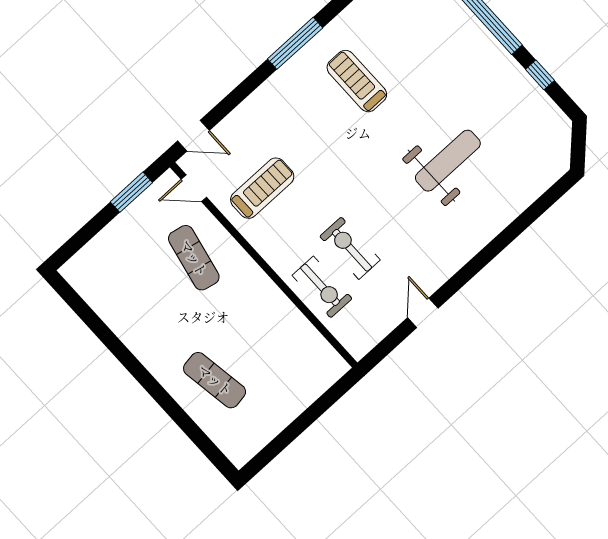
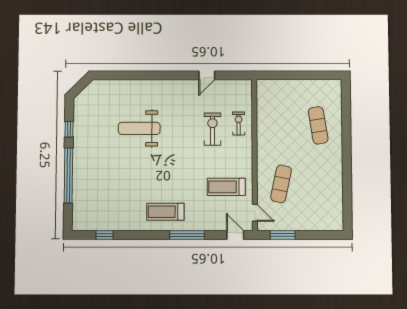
window: (295, 43) -> (187, 235), moved
treadmill: (357, 81) -> (165, 212), moved, turned 90
exercise bike: (350, 248) -> (212, 129), turned 180
exercise bike: (322, 287) -> (239, 123), width x0.73, depth x0.72

